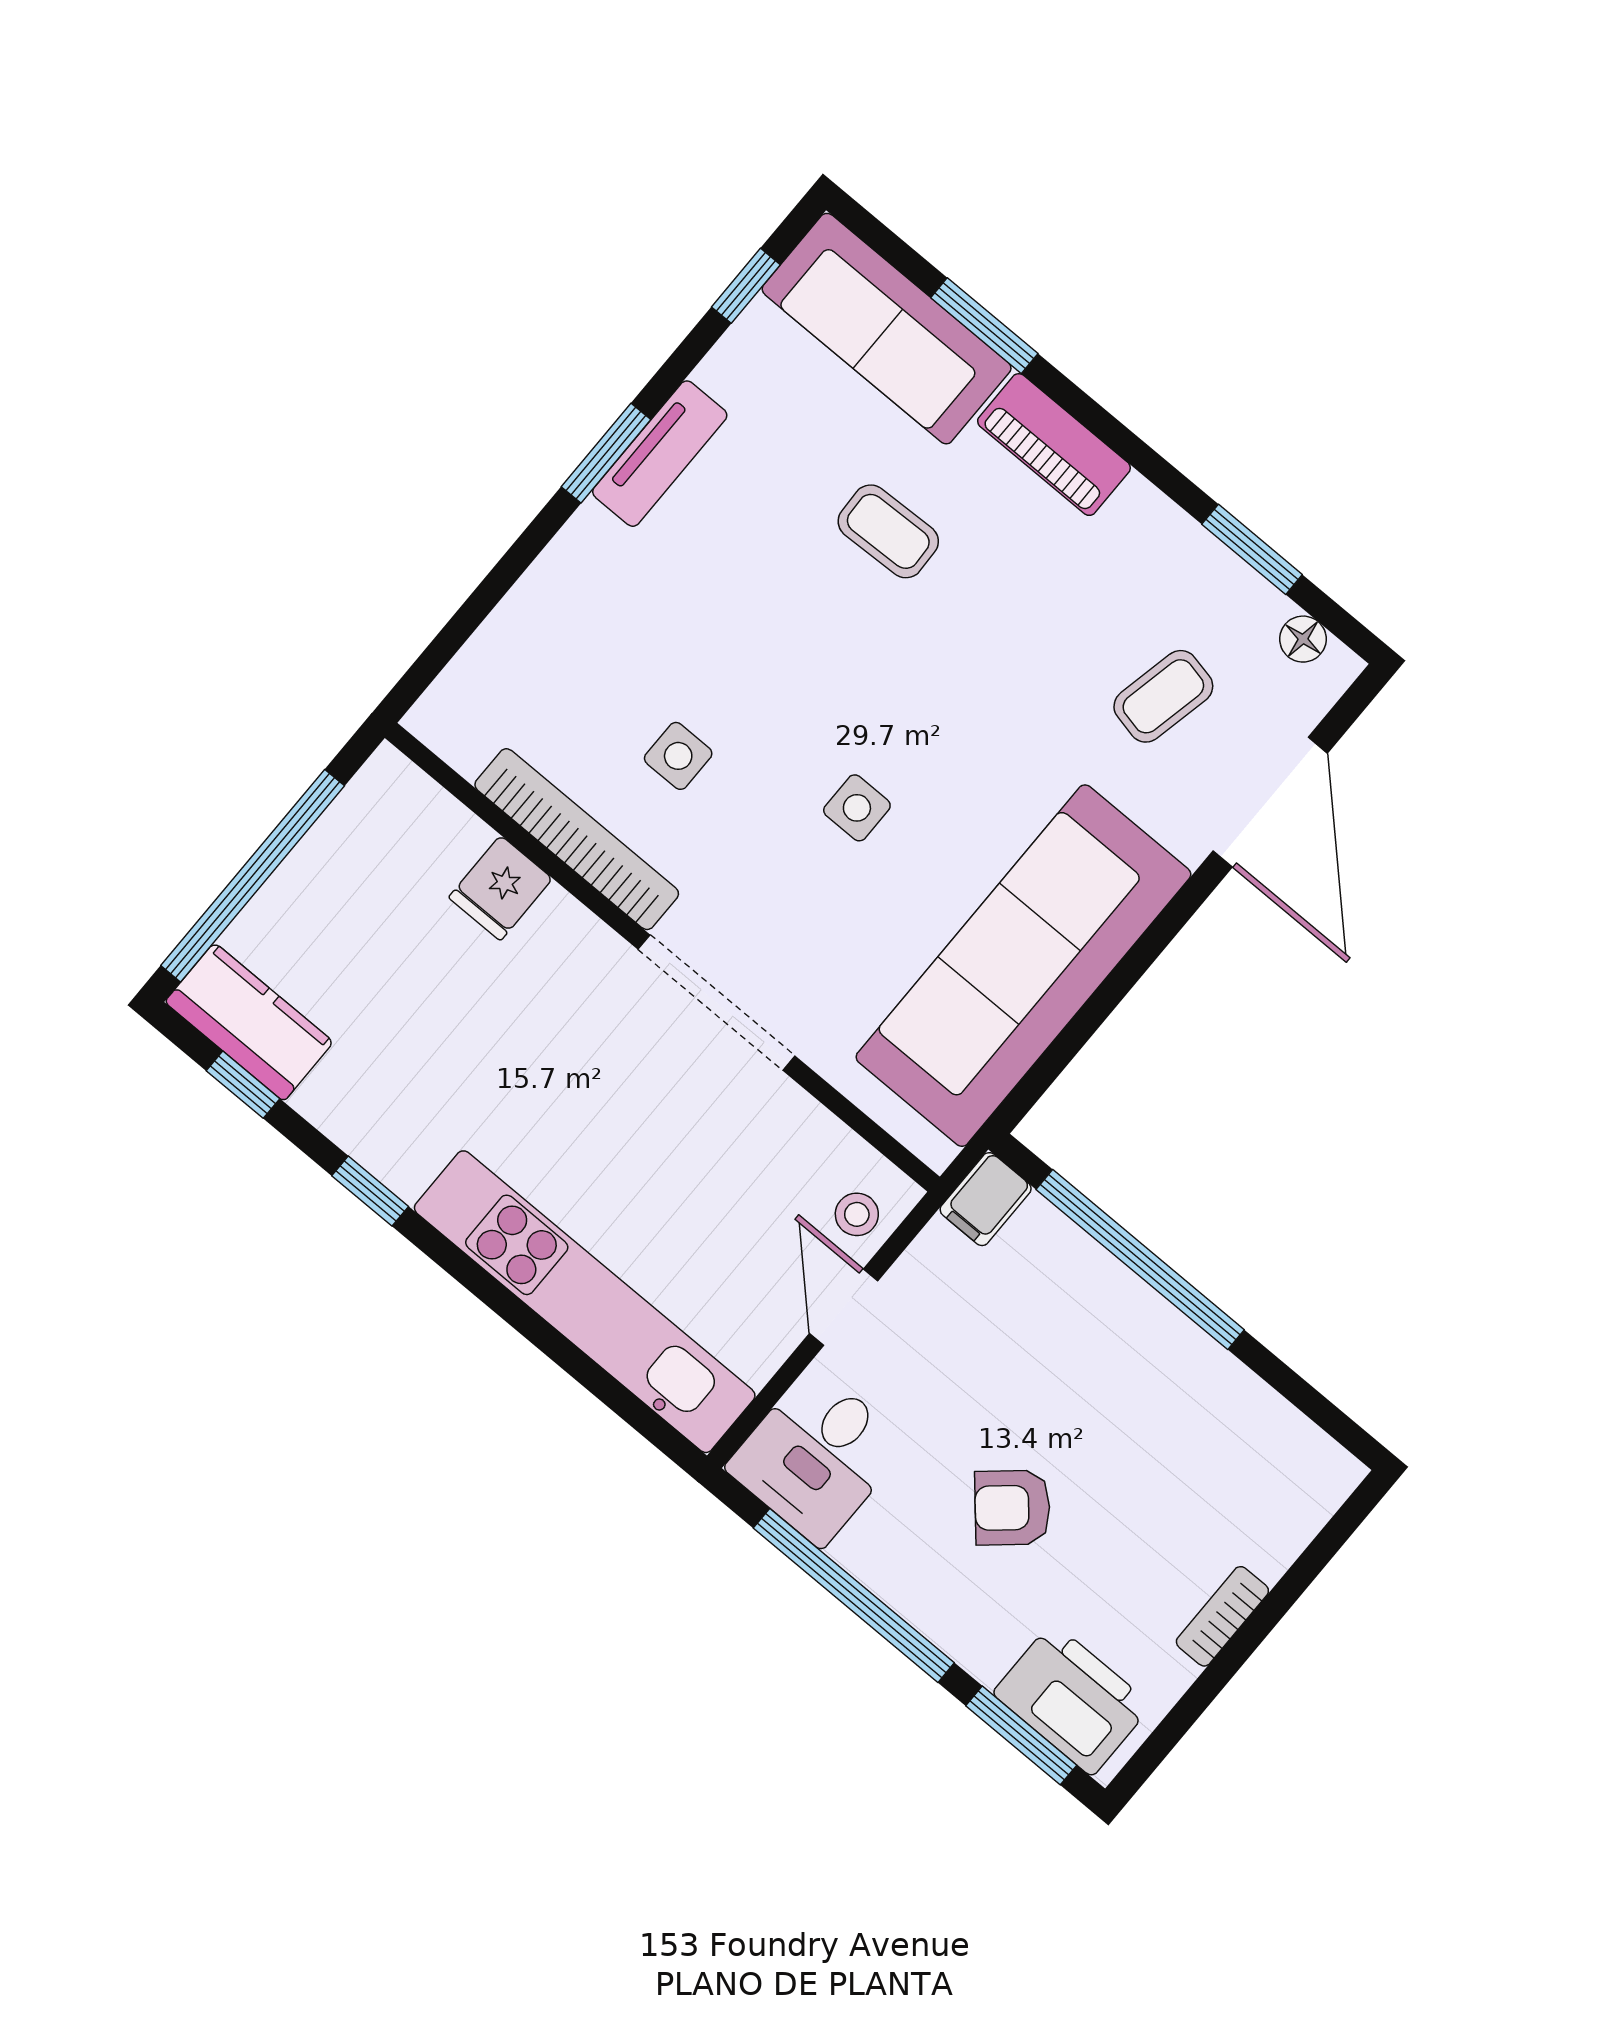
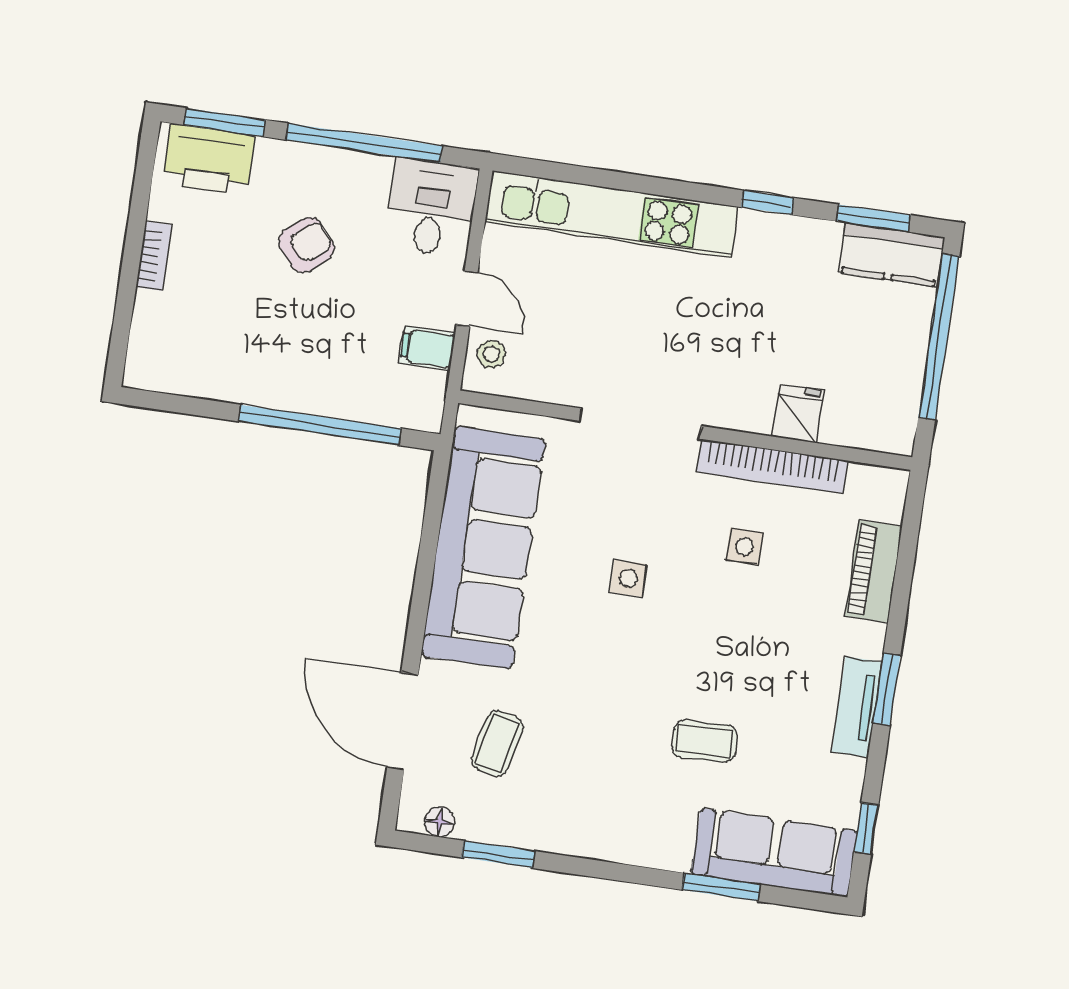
piano: (1054, 445) -> (874, 571), moved, turned -90
window: (243, 1085) -> (873, 218), width x1.50
filing cabinet: (986, 1199) -> (427, 348), moved, turned -90

